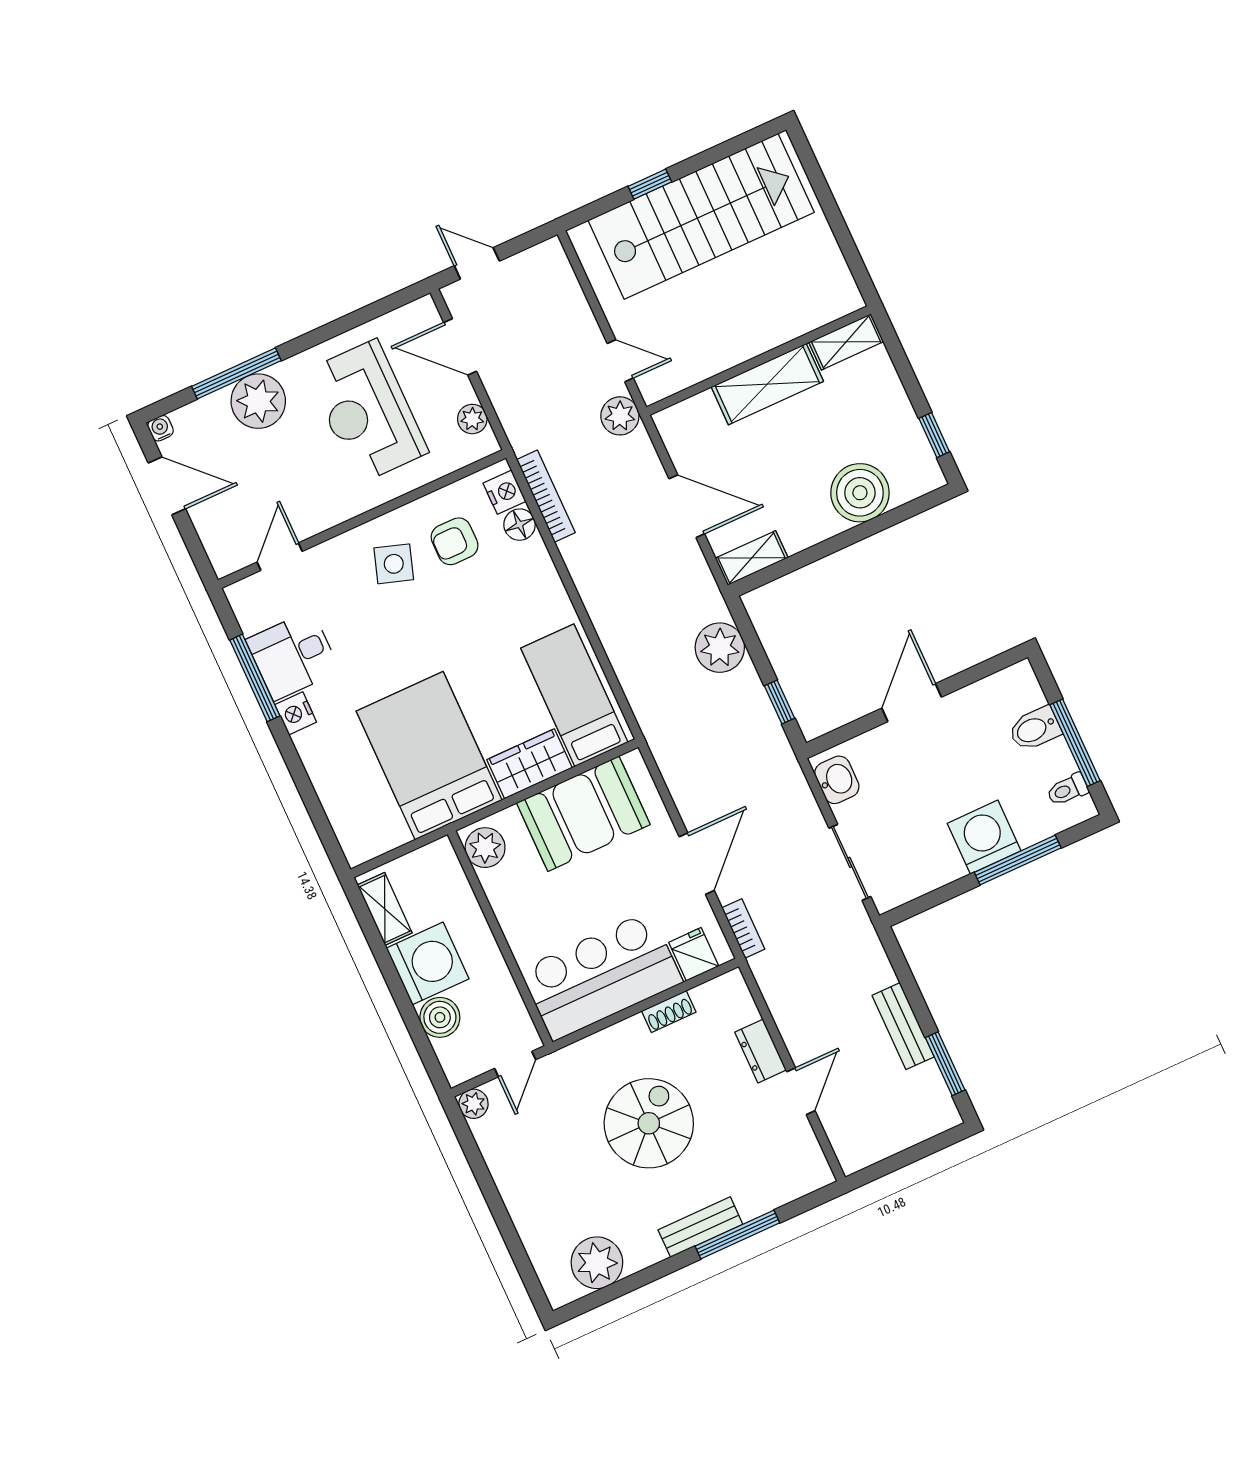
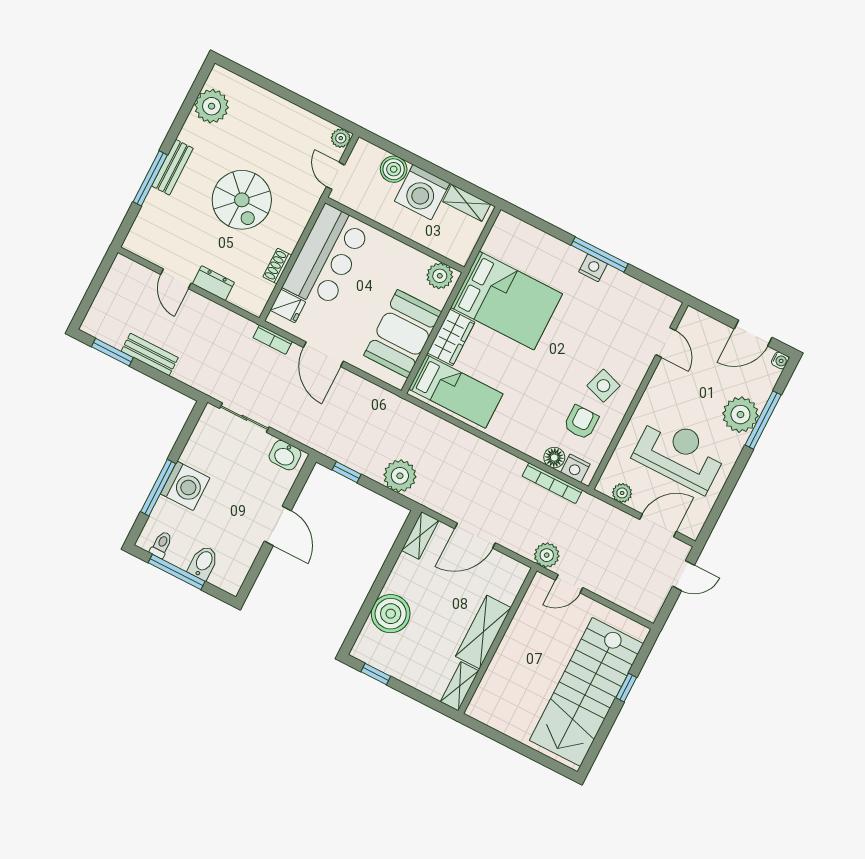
desk: (293, 655) -> (618, 297), removed
window: (255, 678) -> (600, 255), moved

